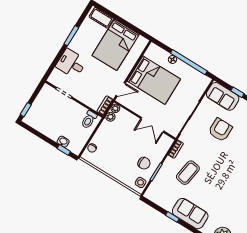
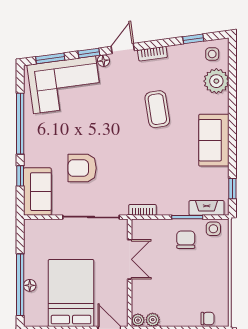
window: (189, 62) -> (20, 285), moved
coffee table: (188, 173) -> (157, 109), moved, turned 72
fireplace: (155, 186) -> (207, 208), added
window: (172, 217) -> (232, 189), moved

